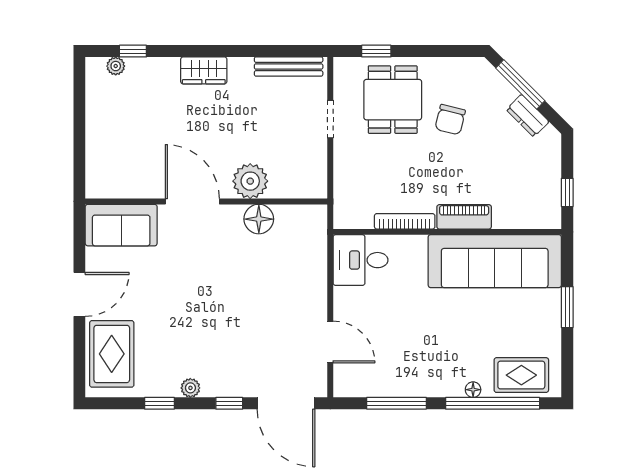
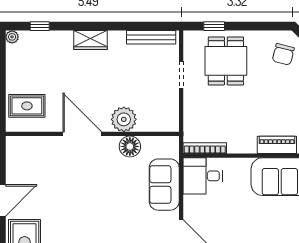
plant: (116, 66) -> (12, 37), moved
chair: (450, 120) -> (283, 54), moved
rug: (115, 162) -> (27, 106), added
bookcase: (405, 221) -> (205, 148), moved
sofa: (121, 225) -> (164, 185), moved, turned 90

